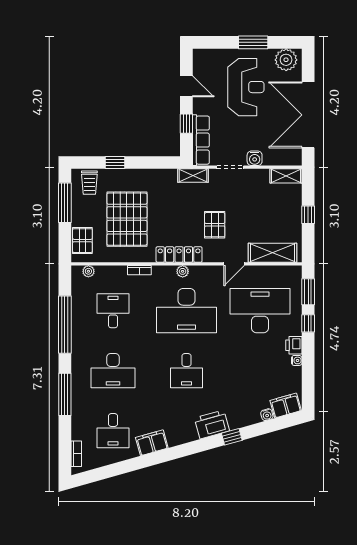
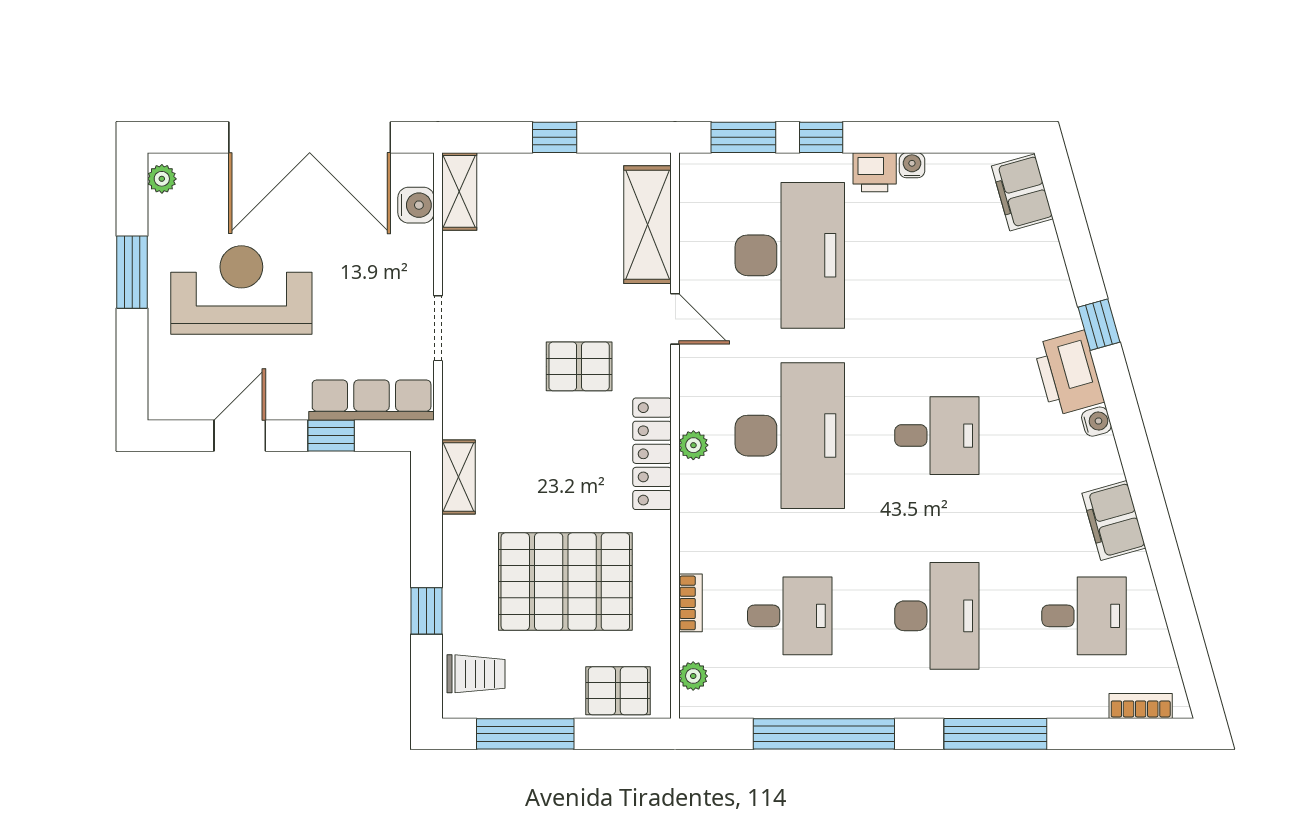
plant: (286, 60) -> (162, 179), width x0.53, depth x0.53
water cooler: (255, 158) -> (416, 205), moved
shelving: (193, 176) -> (458, 477), moved
bookcase: (139, 270) -> (690, 603), moved
desk: (113, 311) -> (790, 616), turned 180
desk: (260, 311) -> (790, 255), turned 180
water cooler: (267, 415) -> (1096, 422), moved

